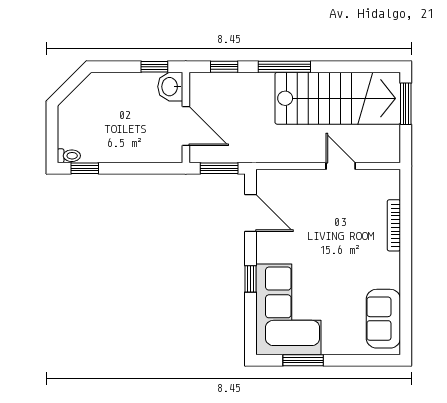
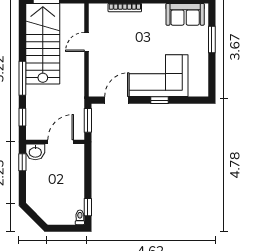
corner sofa: (288, 309) -> (159, 76), moved
window: (303, 360) -> (212, 40), moved

